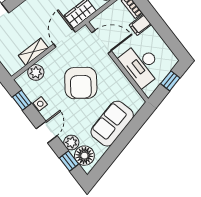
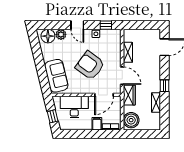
plant: (36, 72) -> (115, 45), removed
sofa: (112, 124) -> (56, 76), moved
window: (69, 161) -> (52, 25), removed

